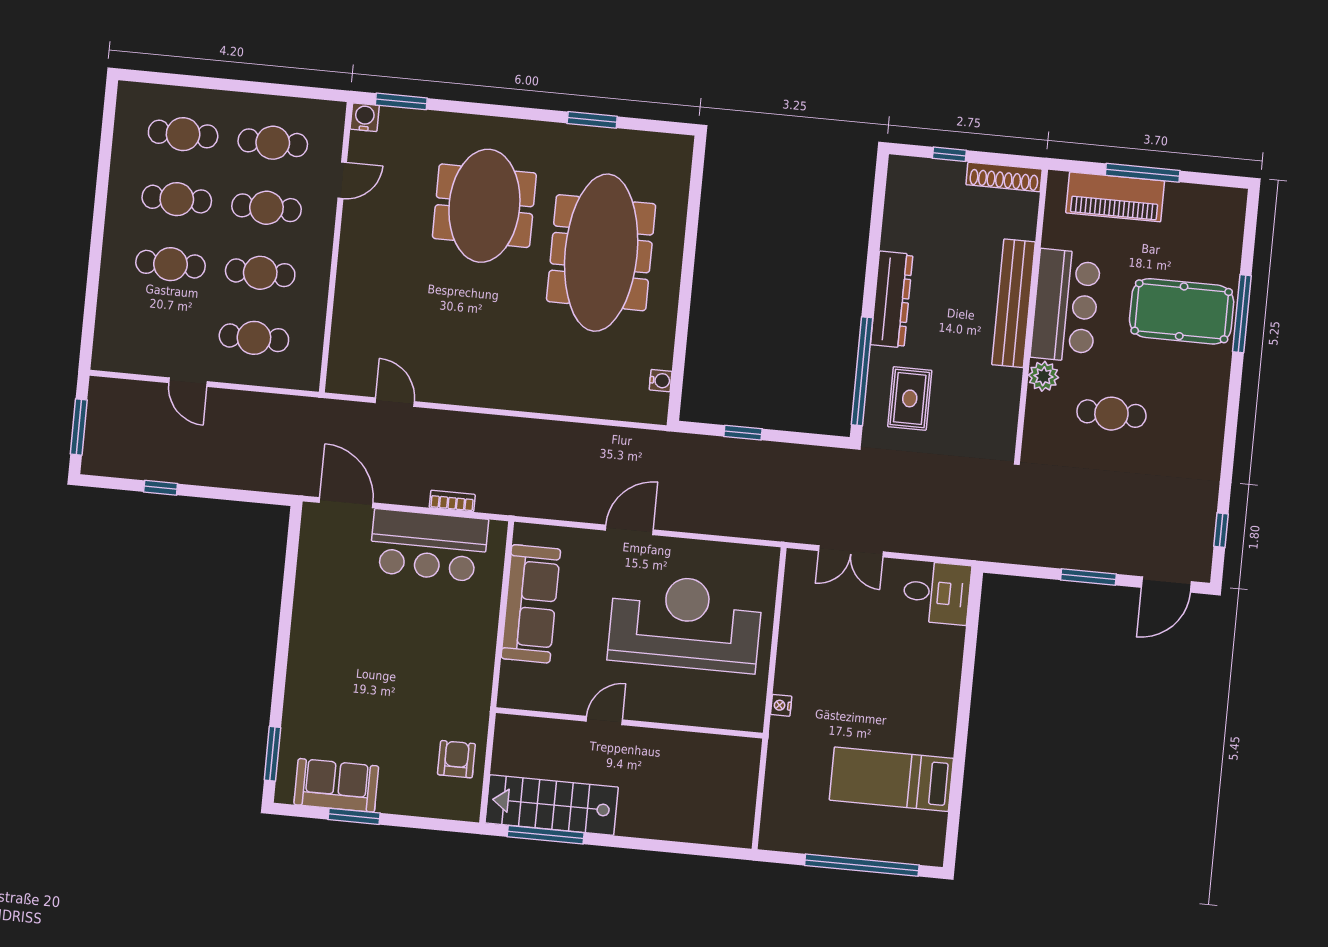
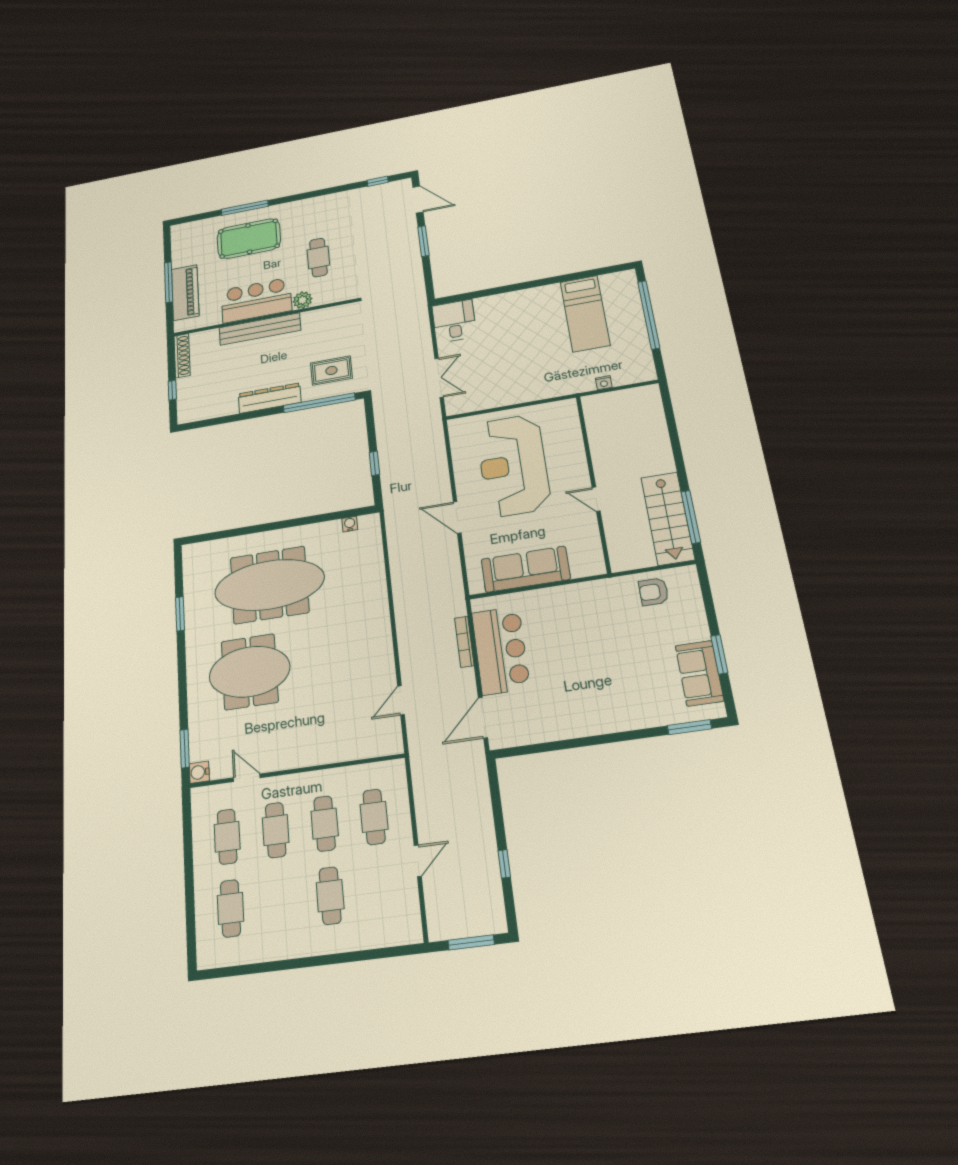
cafe table: (177, 199) -> (280, 902), removed
pool table: (1182, 311) -> (249, 239), turned 90
bookcase: (452, 501) -> (464, 642), width x1.56
nightstand: (781, 705) -> (604, 383), moved

